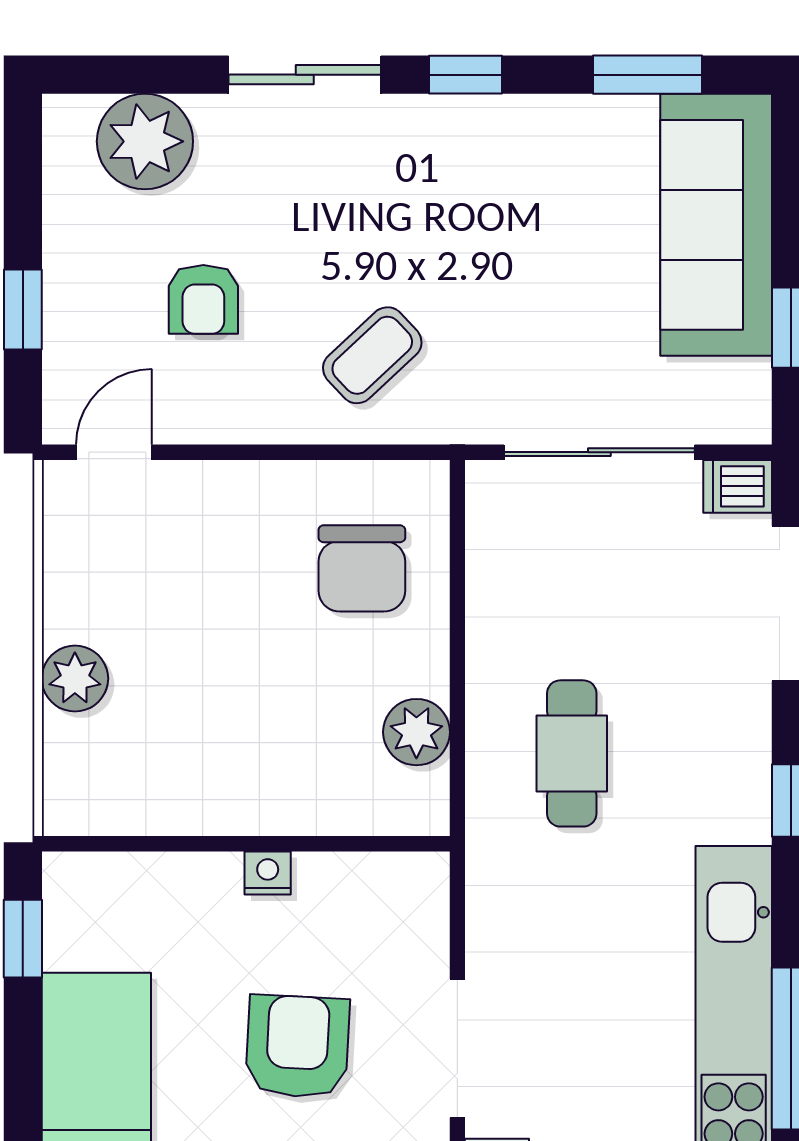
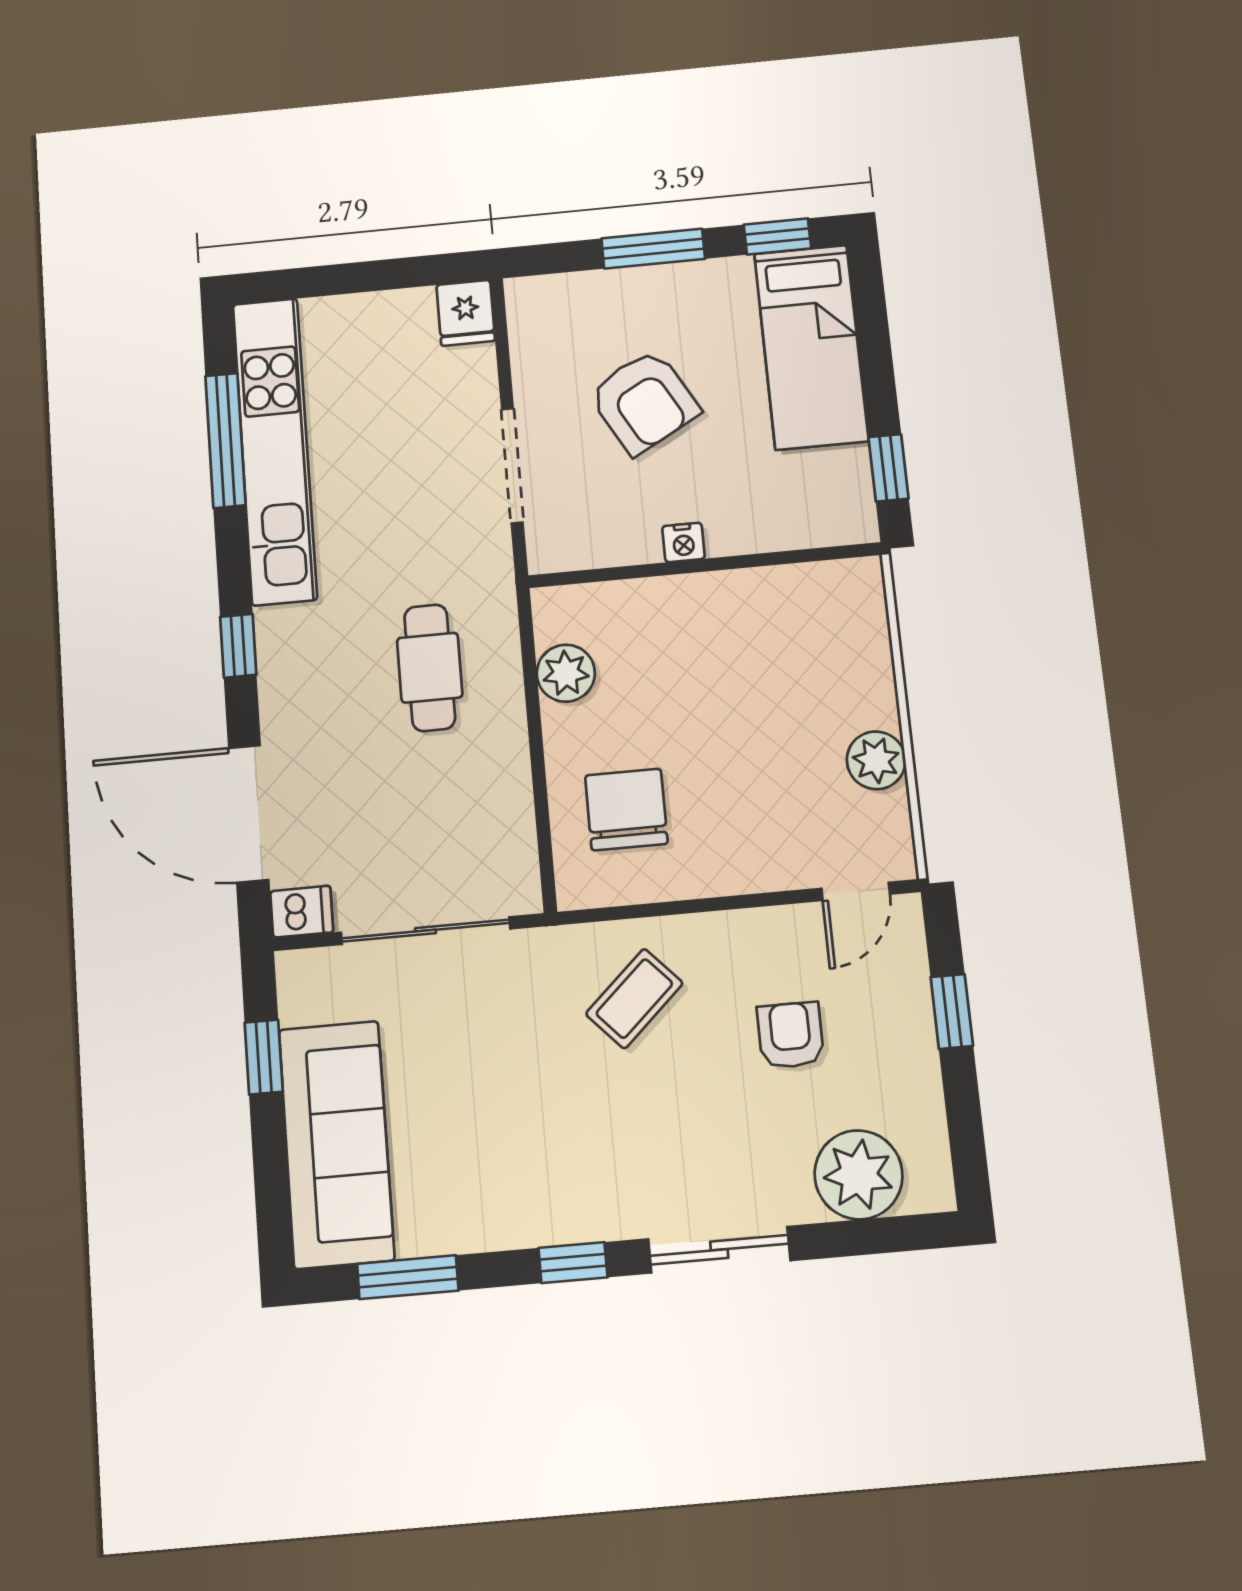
plant: (75, 679) -> (876, 760), moved
armchair: (297, 1047) -> (644, 402), turned -32
doorway: (457, 1048) -> (512, 466), moved

